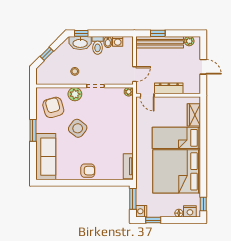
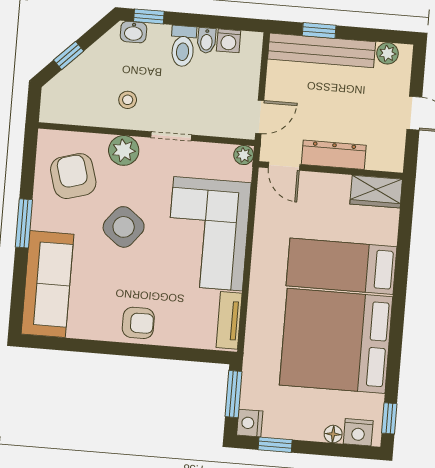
washbasin: (80, 43) -> (133, 32), width x0.52, depth x0.69
wardrobe: (194, 115) -> (376, 192), moved, turned -90
corner sofa: (116, 128) -> (208, 234), added

